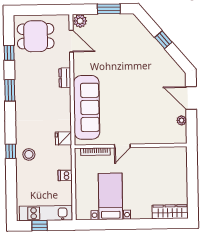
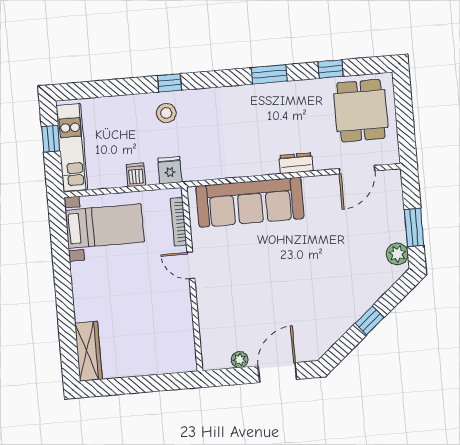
plant: (80, 21) -> (397, 254), moved
fridge: (63, 138) -> (170, 170), moved
bed with nightstands: (110, 196) -> (105, 226), moved

